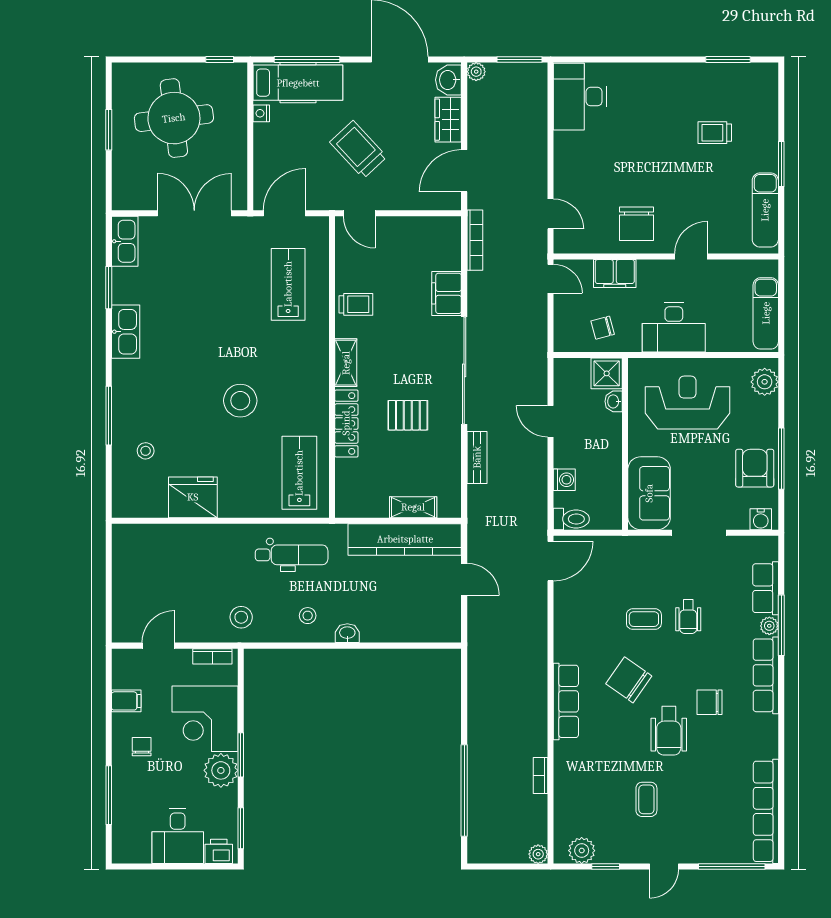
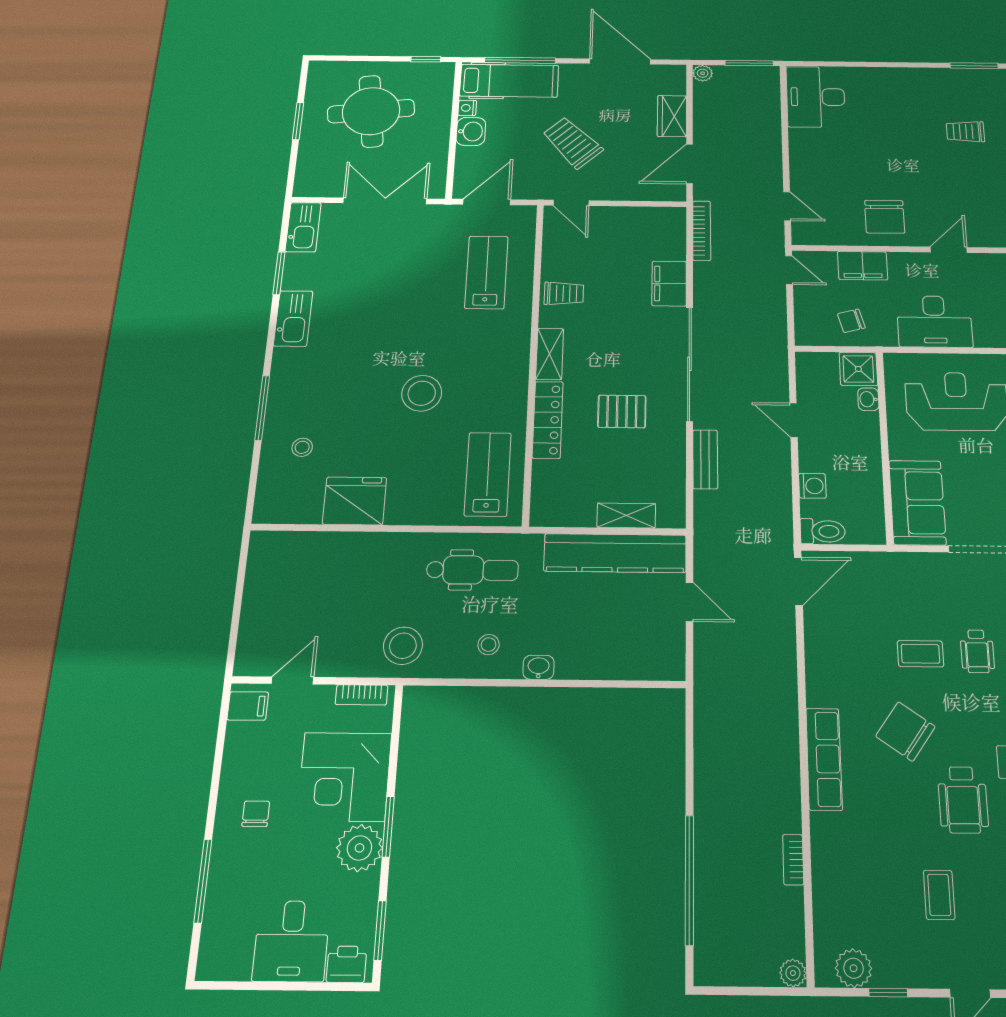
washbasin: (448, 80) -> (471, 131), moved, turned 180
stool: (241, 617) -> (403, 646), width x1.38, depth x1.38
filing cabinet: (126, 701) -> (248, 706), moved

